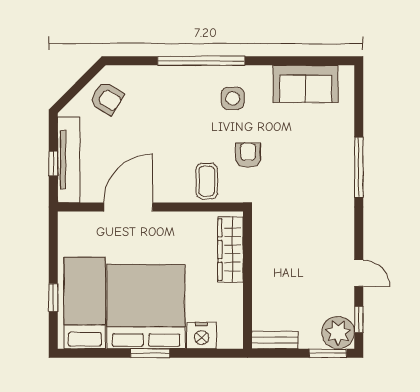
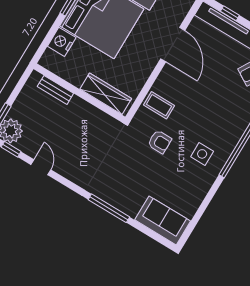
sofa: (306, 84) -> (163, 220), moved, turned 90
door: (359, 273) -> (41, 167), swing flipped
bench: (275, 340) -> (55, 90), moved, turned 90

